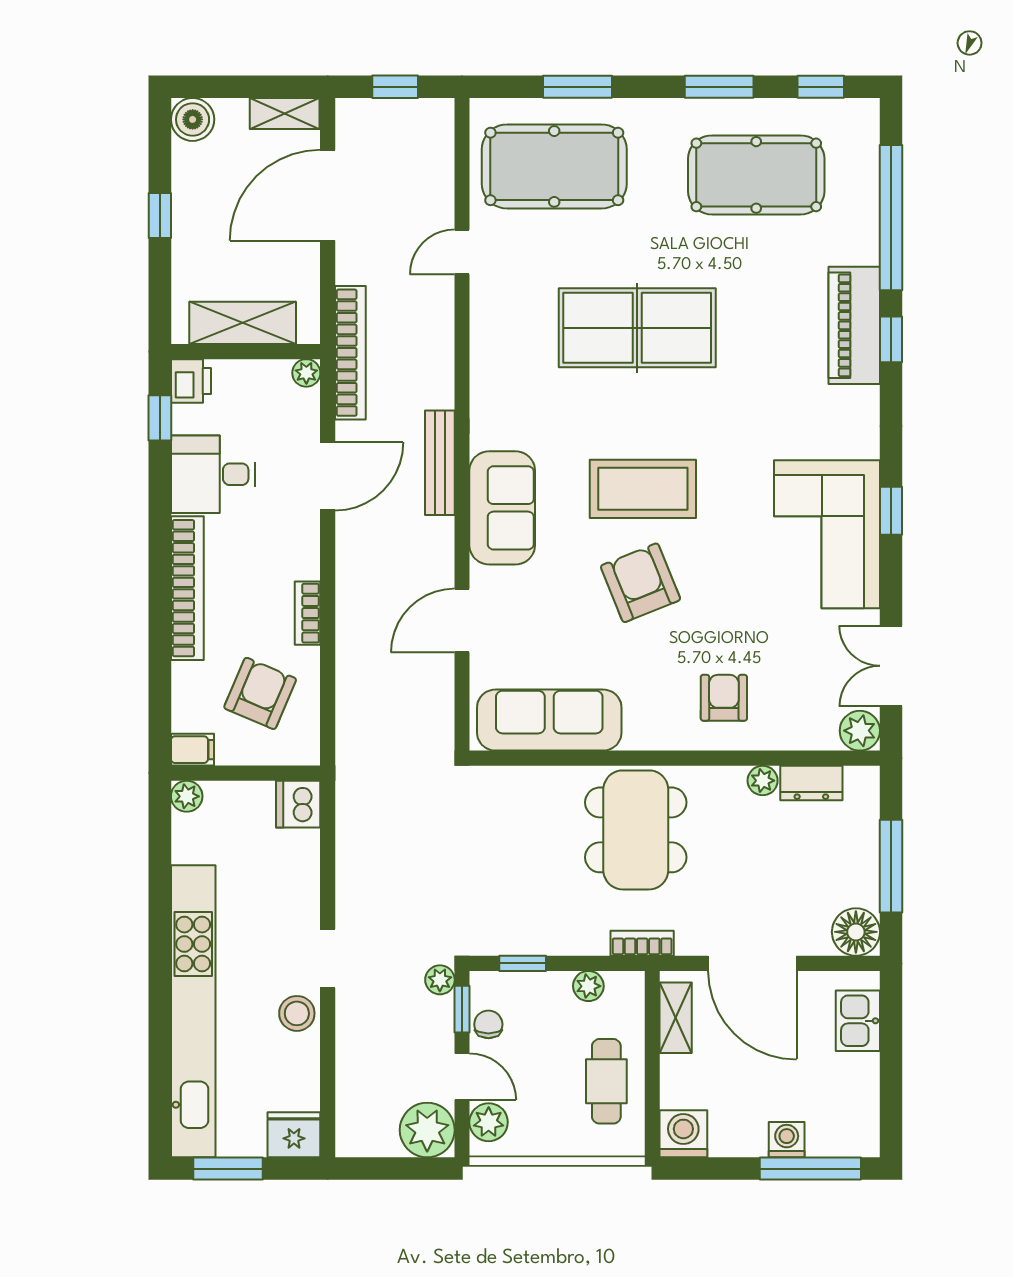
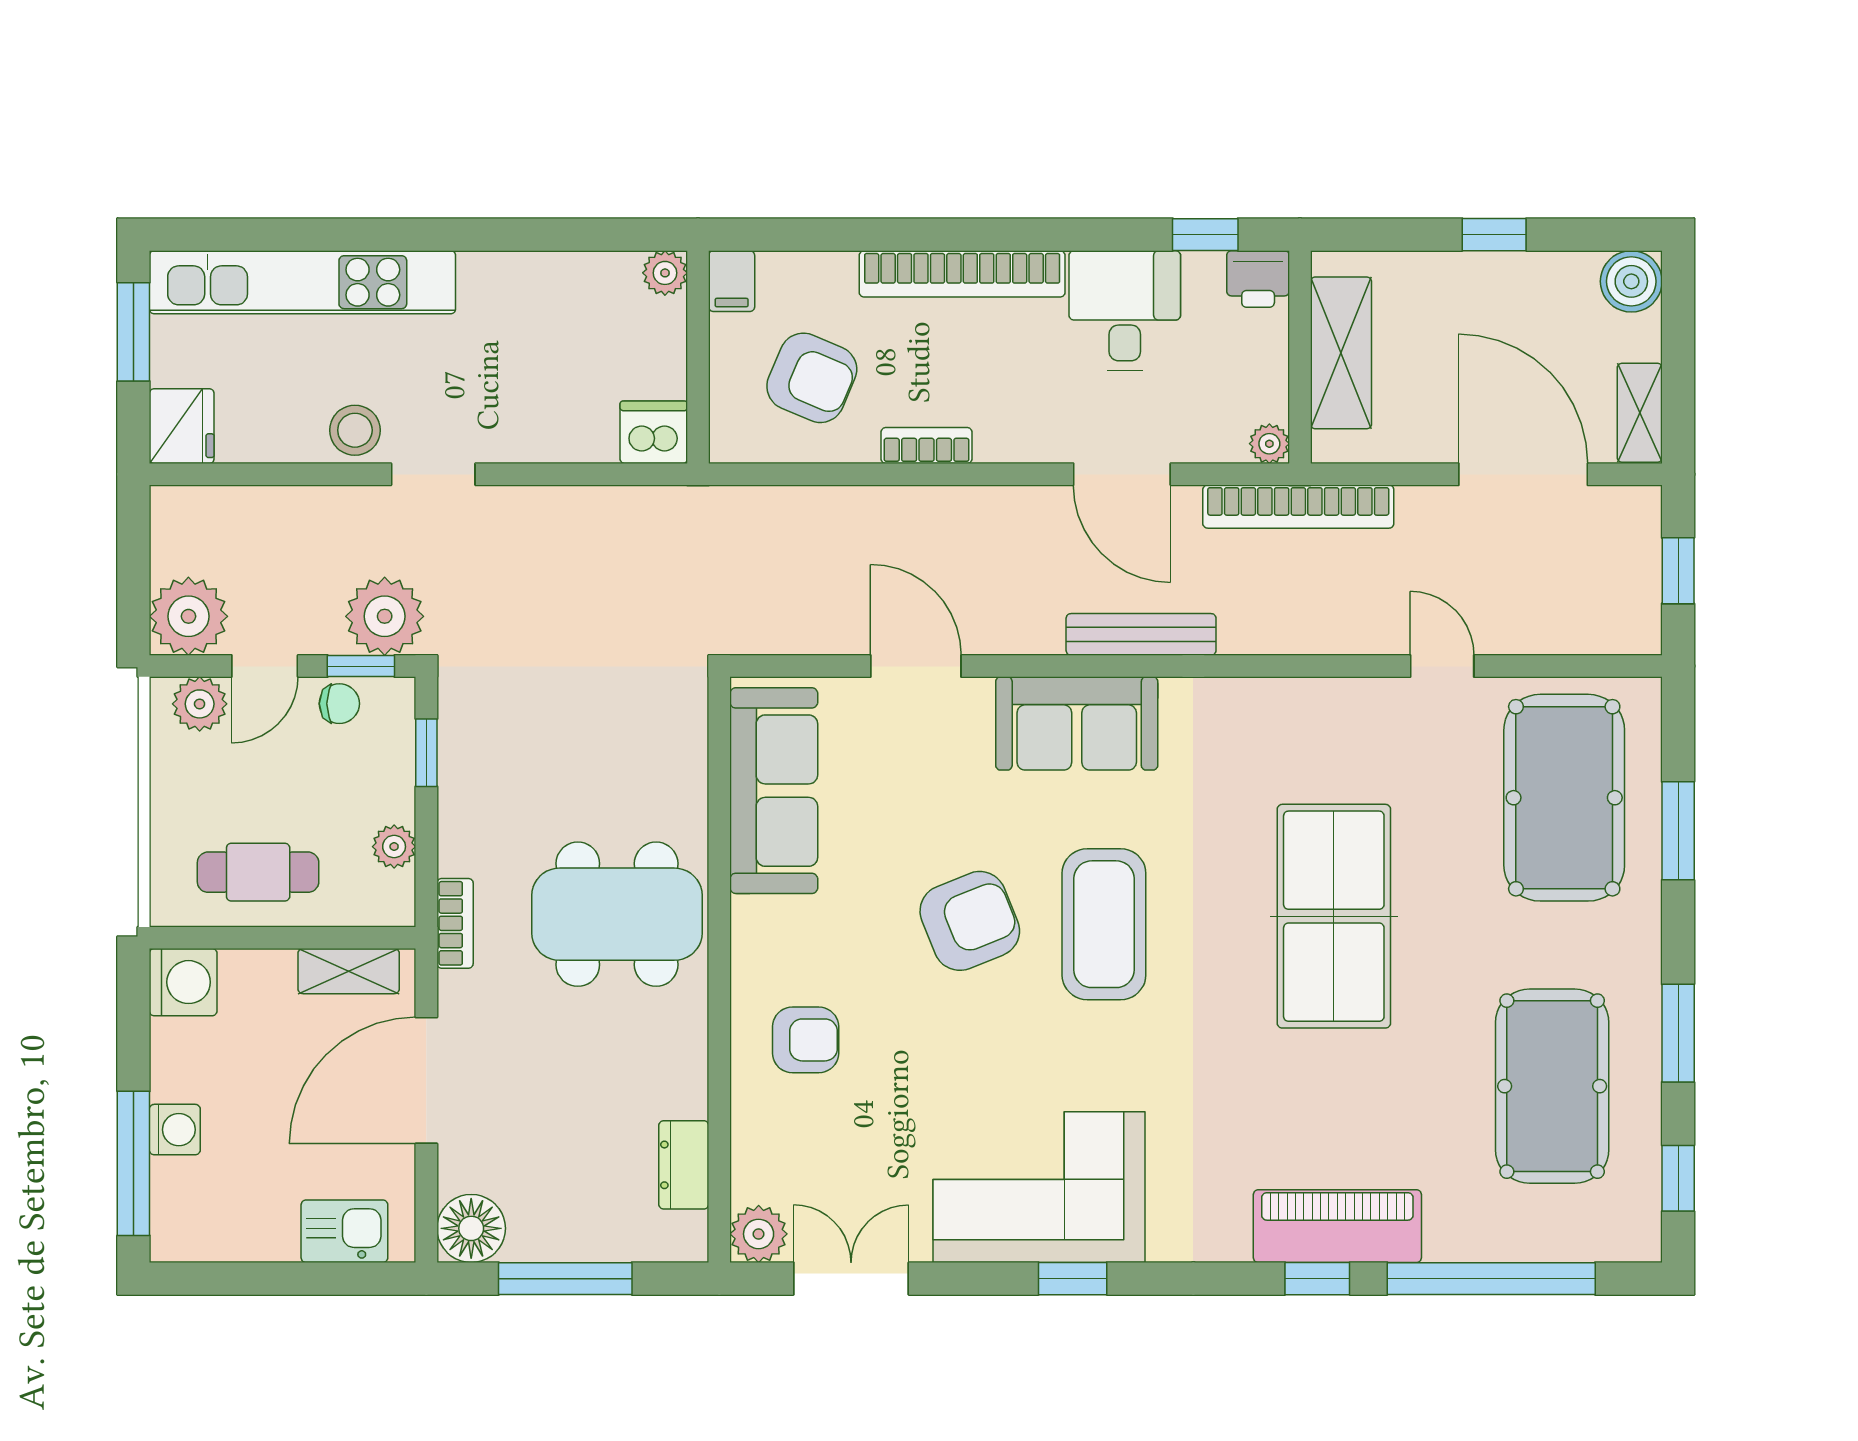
plant: (763, 781) -> (687, 1095), removed
plant: (440, 980) -> (385, 616), width x1.88, depth x1.88
kitchen unit: (193, 1011) -> (302, 282), width x0.73

